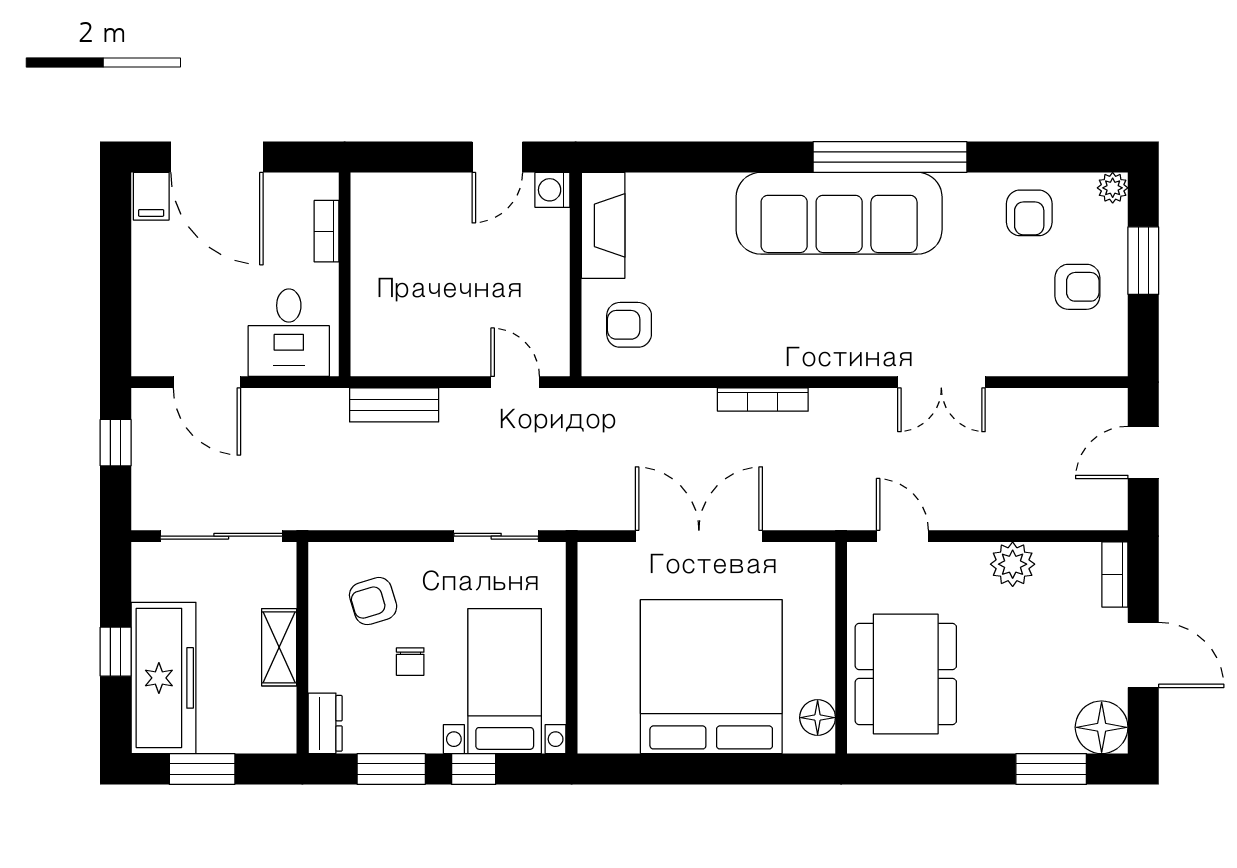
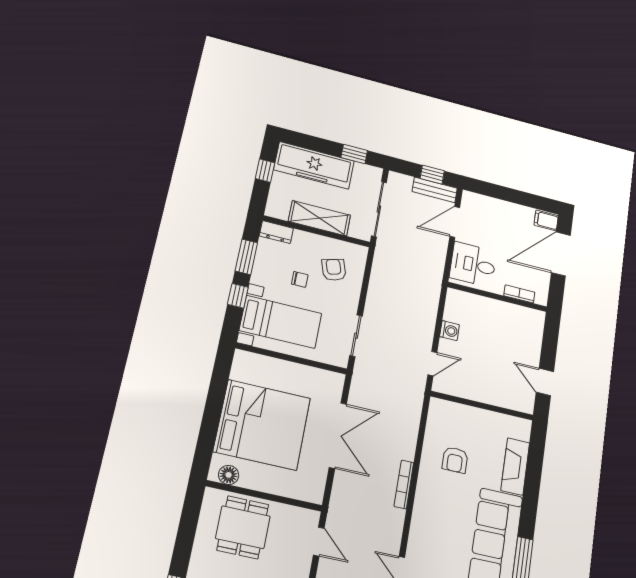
washing machine: (552, 190) -> (450, 331), moved, turned 90
fireplace: (603, 225) -> (515, 466), moved, turned 90
armchair: (629, 325) -> (455, 460), moved, turned 180
bench: (394, 405) -> (435, 190), moved, turned 90
door: (902, 536) -> (319, 542), hinge flipped
shelving: (279, 647) -> (319, 218), width x1.50, depth x1.33
window: (116, 652) -> (354, 154), moved
chair: (410, 662) -> (300, 279), turned 180
dining table: (906, 674) -> (243, 527), width x0.73
window: (202, 769) -> (265, 171), width x0.67

